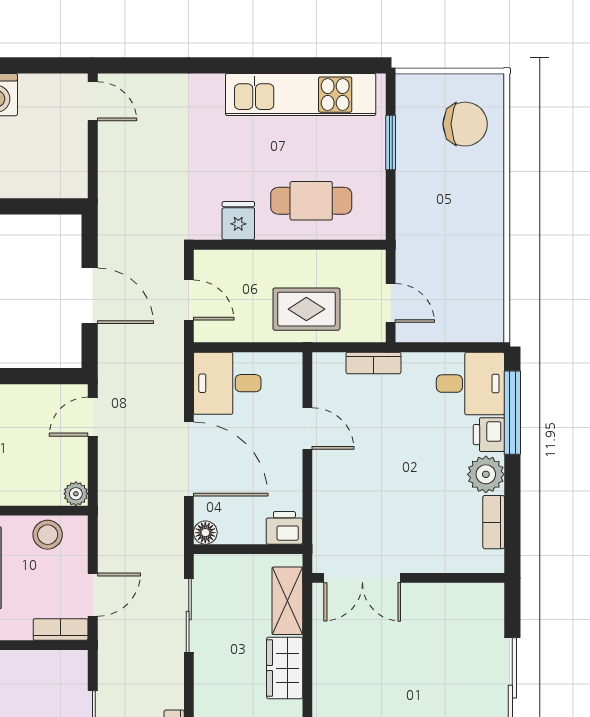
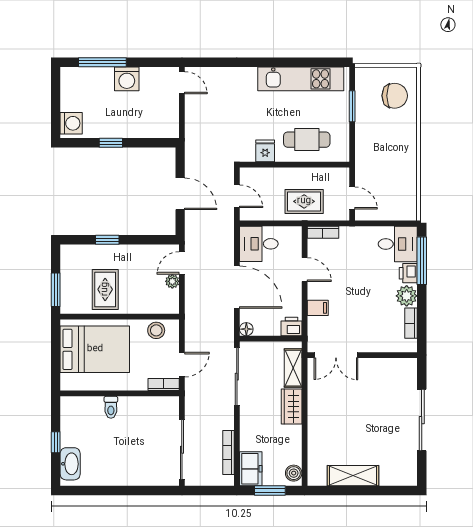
bookcase: (373, 363) -> (323, 232), moved
plant: (76, 494) -> (172, 281), moved
filing cabinet: (330, 495) -> (318, 308), added
sliding door: (189, 616) -> (237, 377), width x1.37

